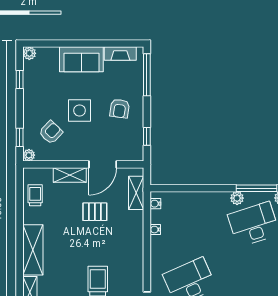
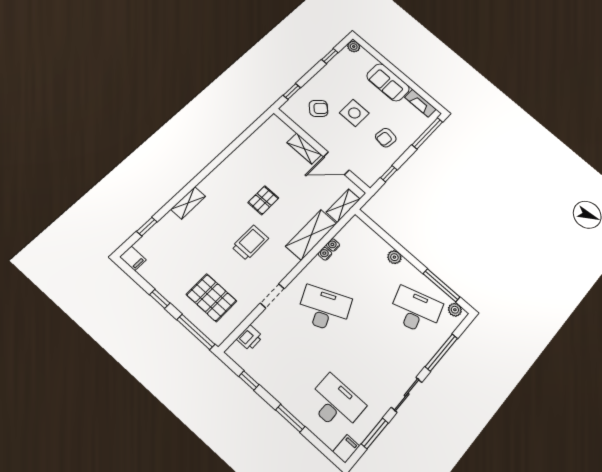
plant: (29, 155) -> (287, 109), removed
trolley: (35, 195) -> (264, 139), removed
plant: (237, 198) -> (394, 257), moved
water cooler: (155, 204) -> (325, 254), moved
pallet: (95, 212) -> (263, 200), moved, turned 90
shelving: (33, 250) -> (311, 235), moved

